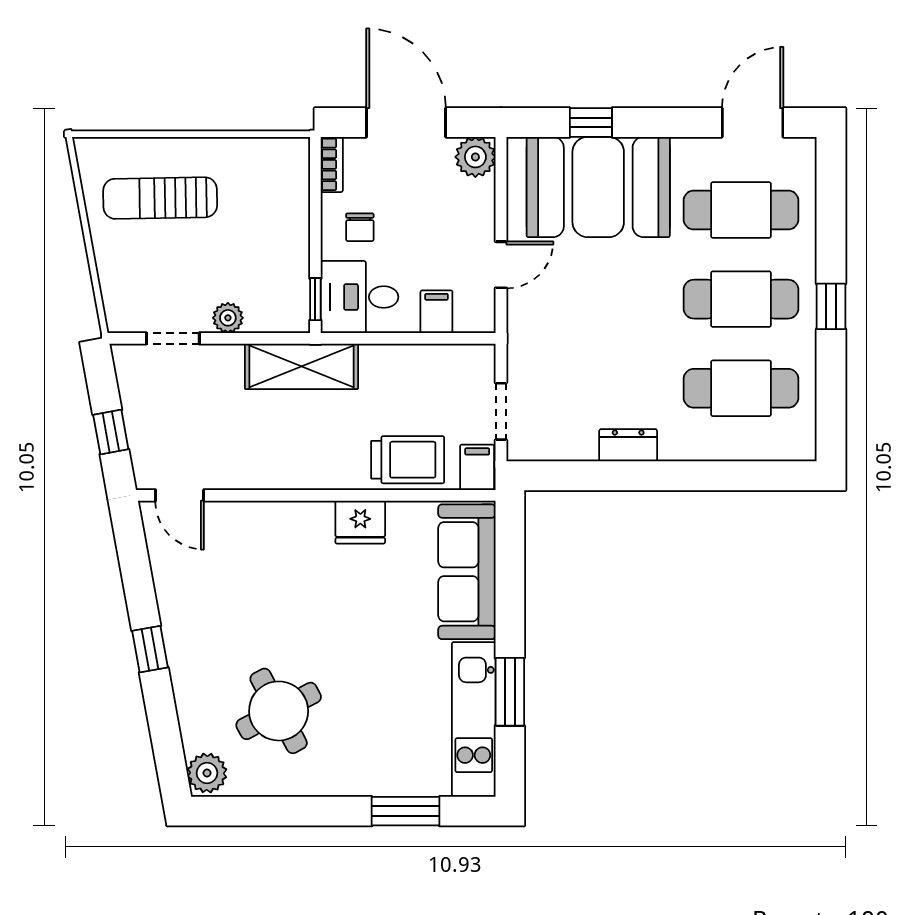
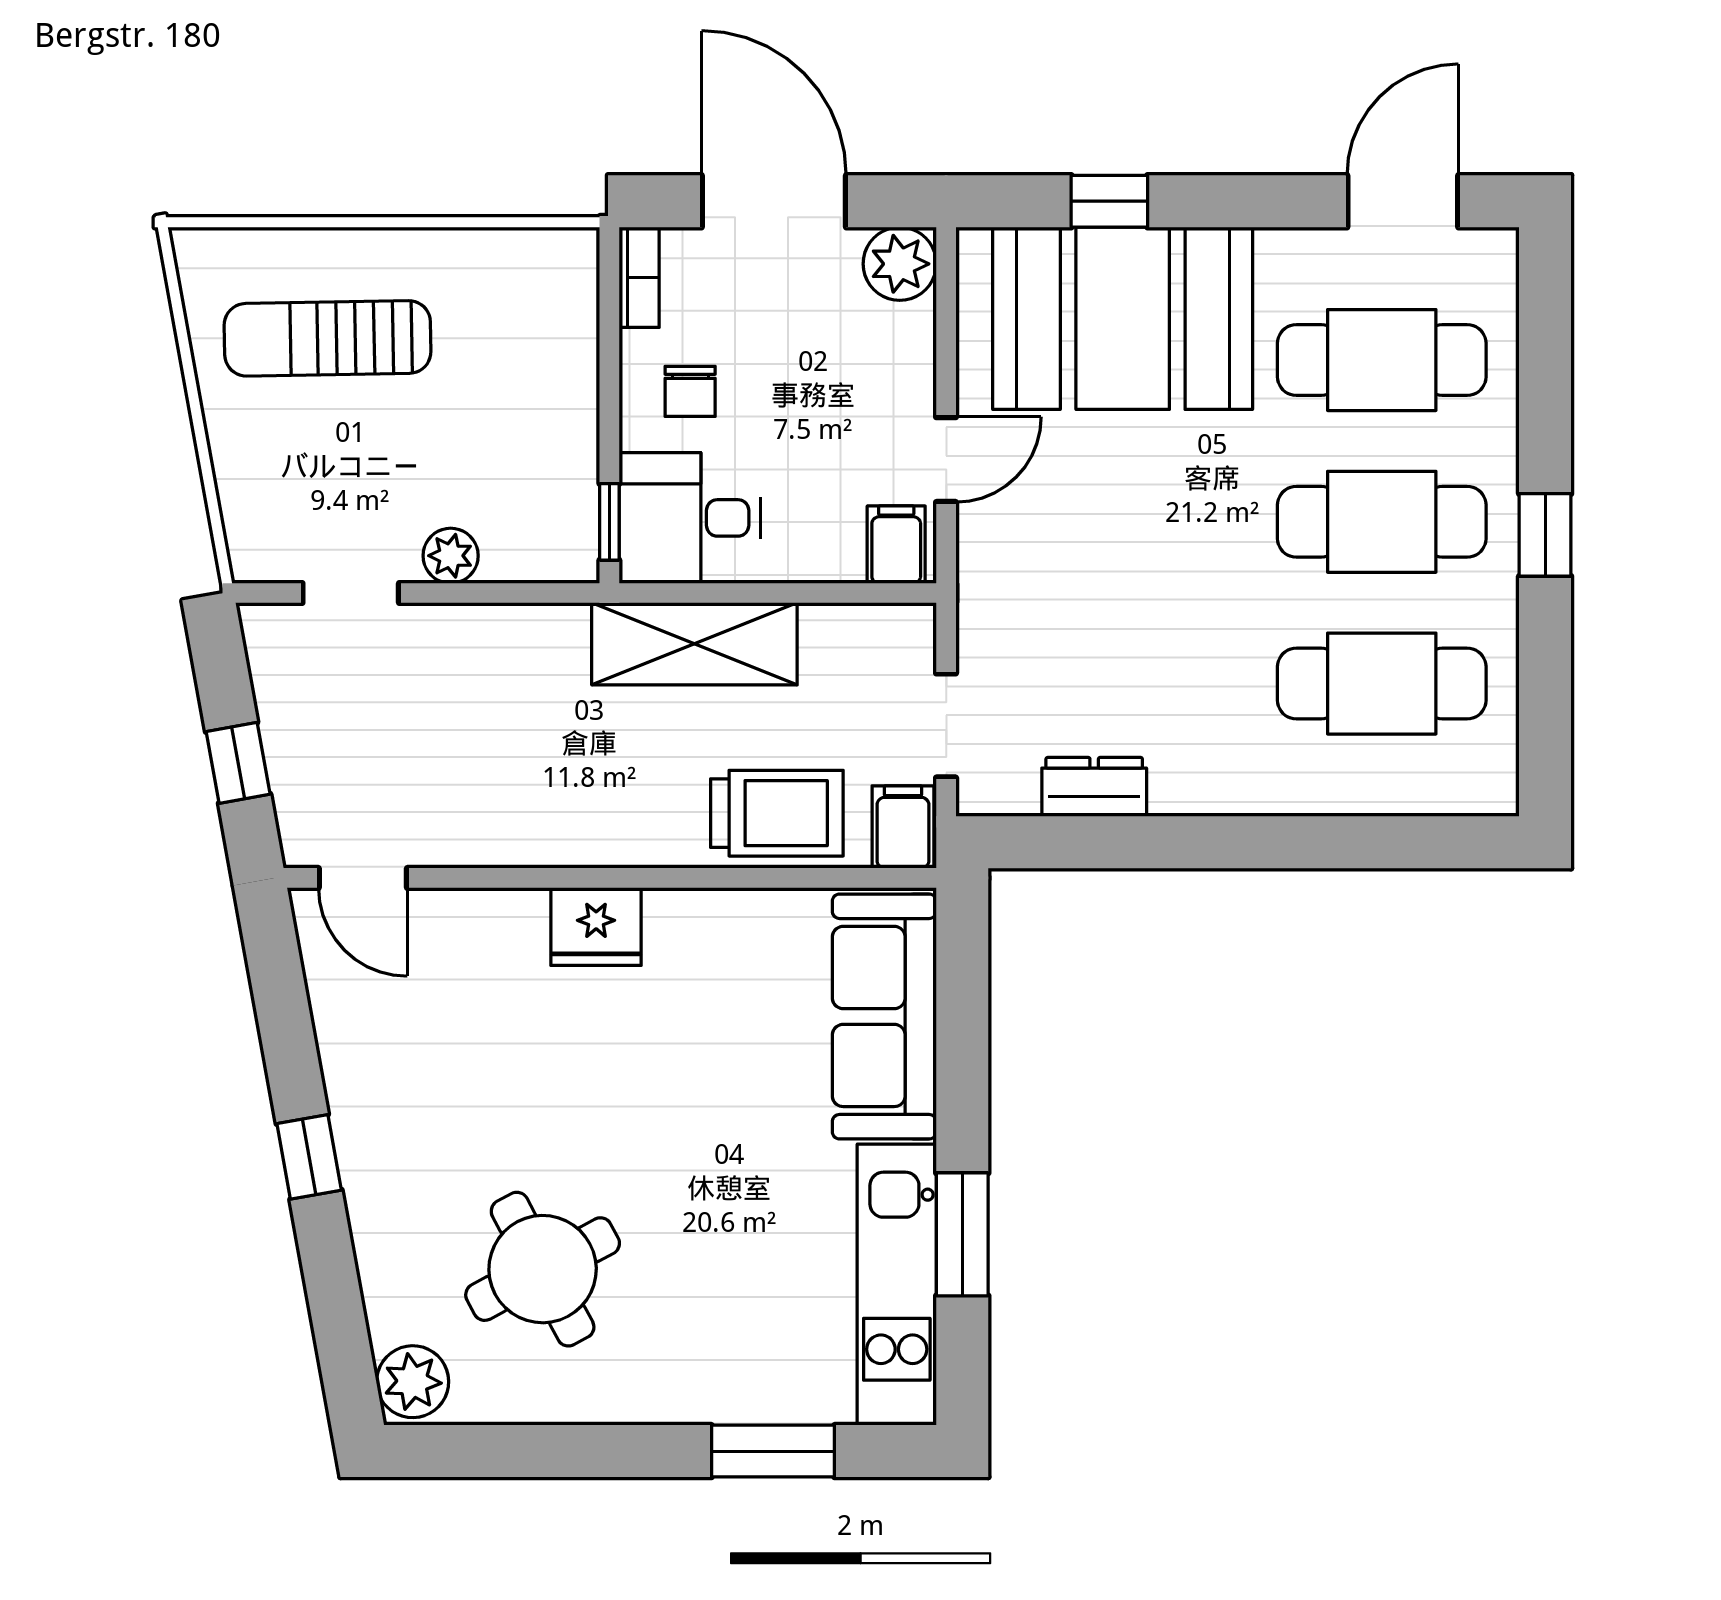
filing cabinet: (436, 312) -> (896, 545), moved
shelving: (301, 366) -> (694, 644), moved
dresser: (628, 445) -> (1094, 787), moved
fridge: (360, 522) -> (596, 927), moved

